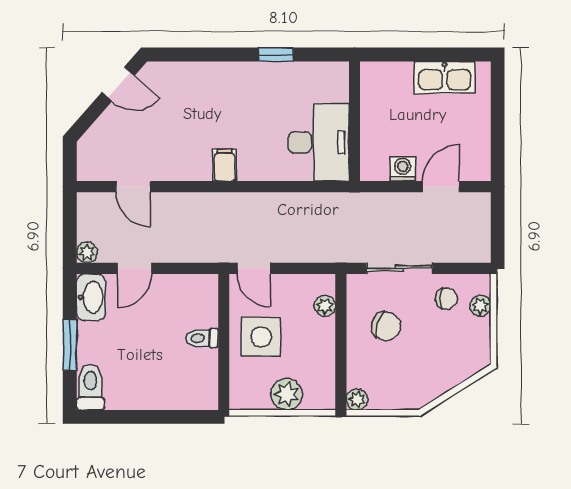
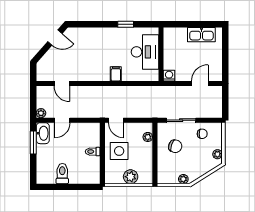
desk: (319, 142) -> (145, 52), moved
filing cabinet: (225, 165) -> (116, 74), moved
washing machine: (403, 169) -> (169, 76), moved
plant: (480, 306) -> (217, 154), moved
window: (70, 345) -> (33, 143), moved
toilet: (91, 387) -> (62, 174), moved
plant: (357, 400) -> (183, 179), moved

